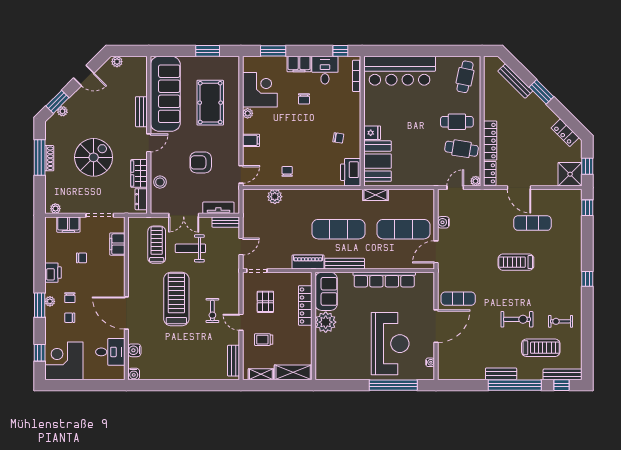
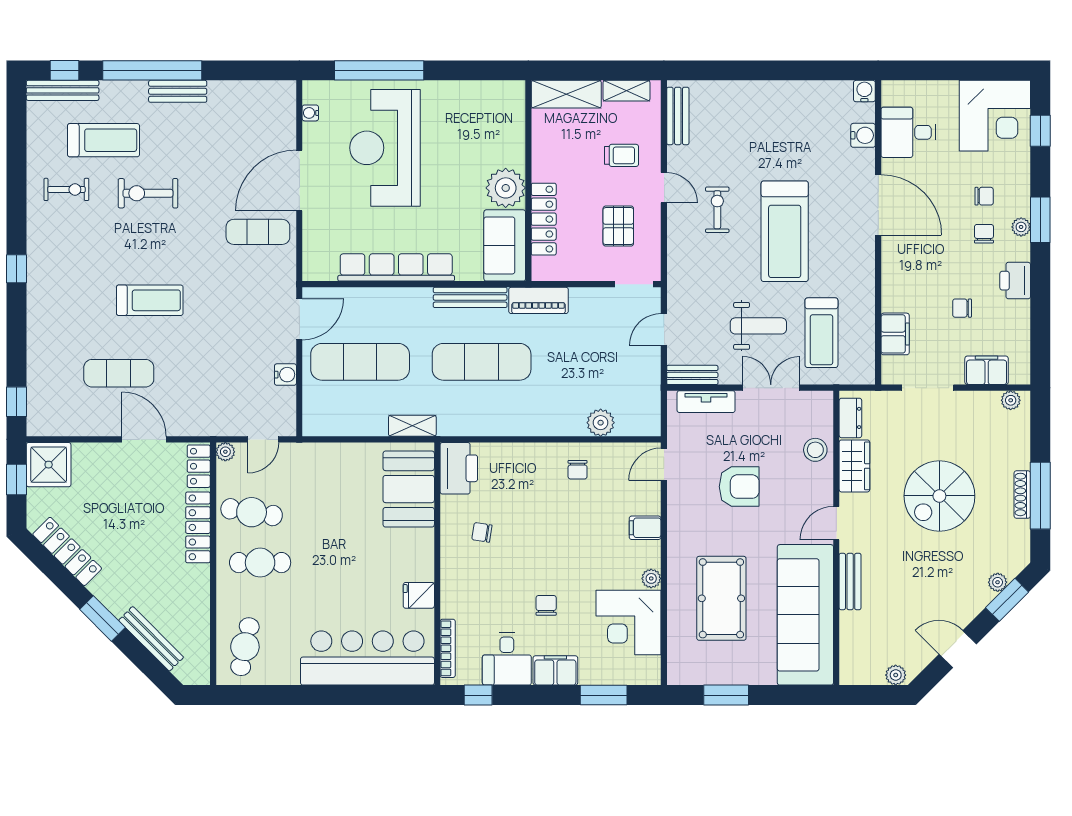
fridge: (372, 133) -> (419, 595), moved
locker: (565, 133) -> (67, 551), width x1.53
treadmill: (541, 348) -> (103, 140), turned 180

